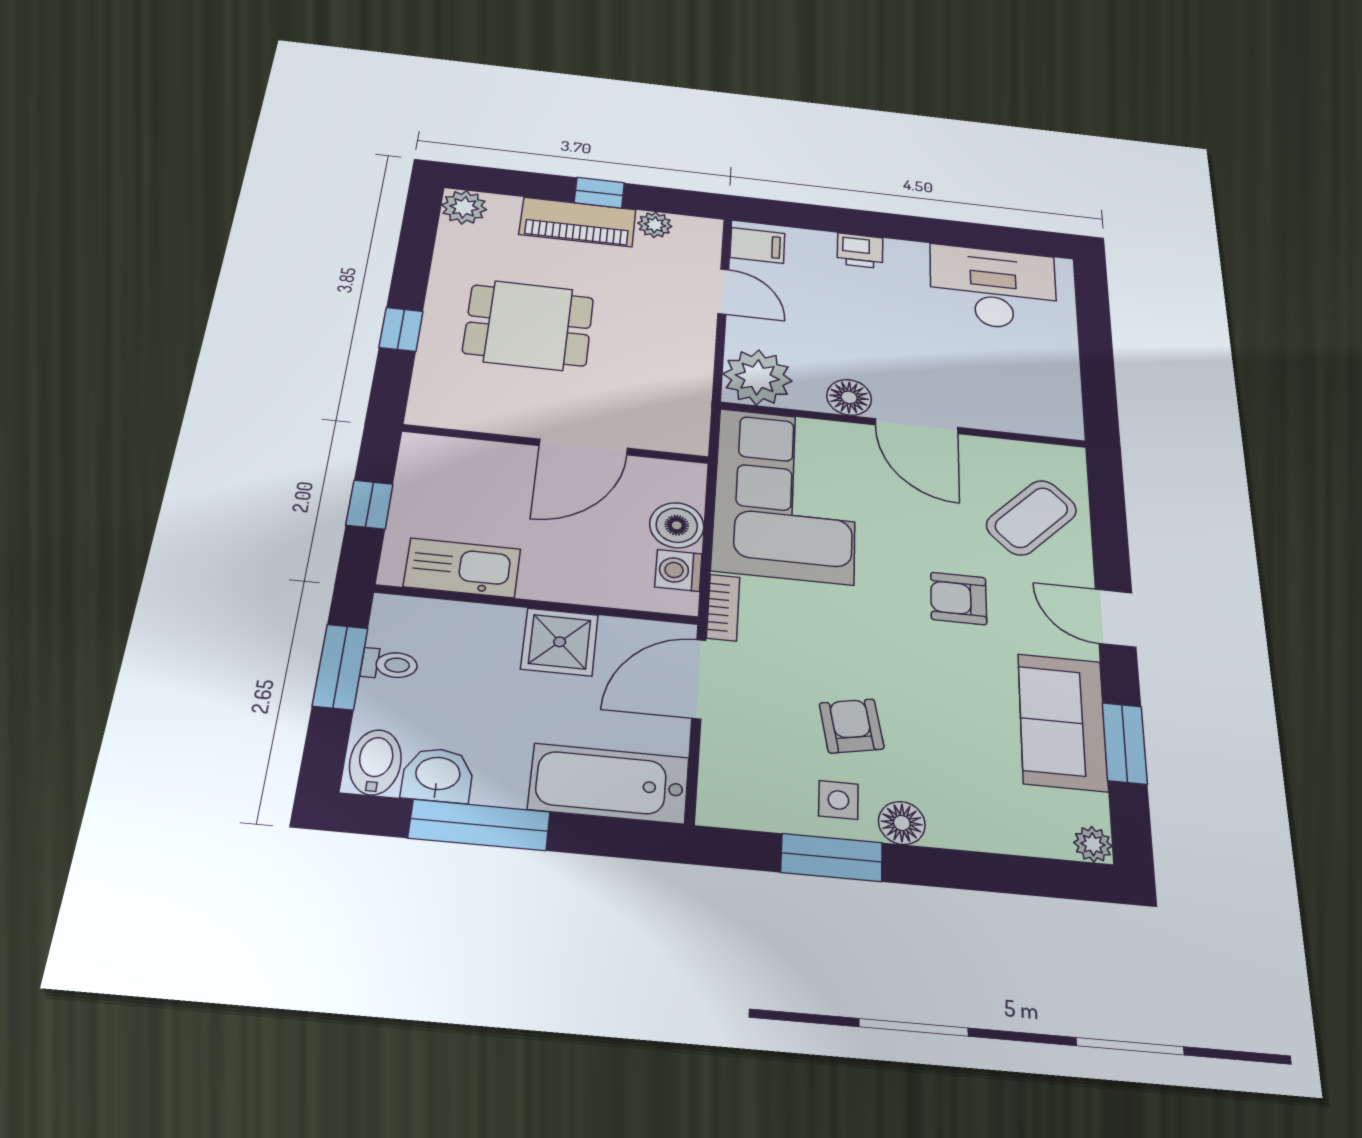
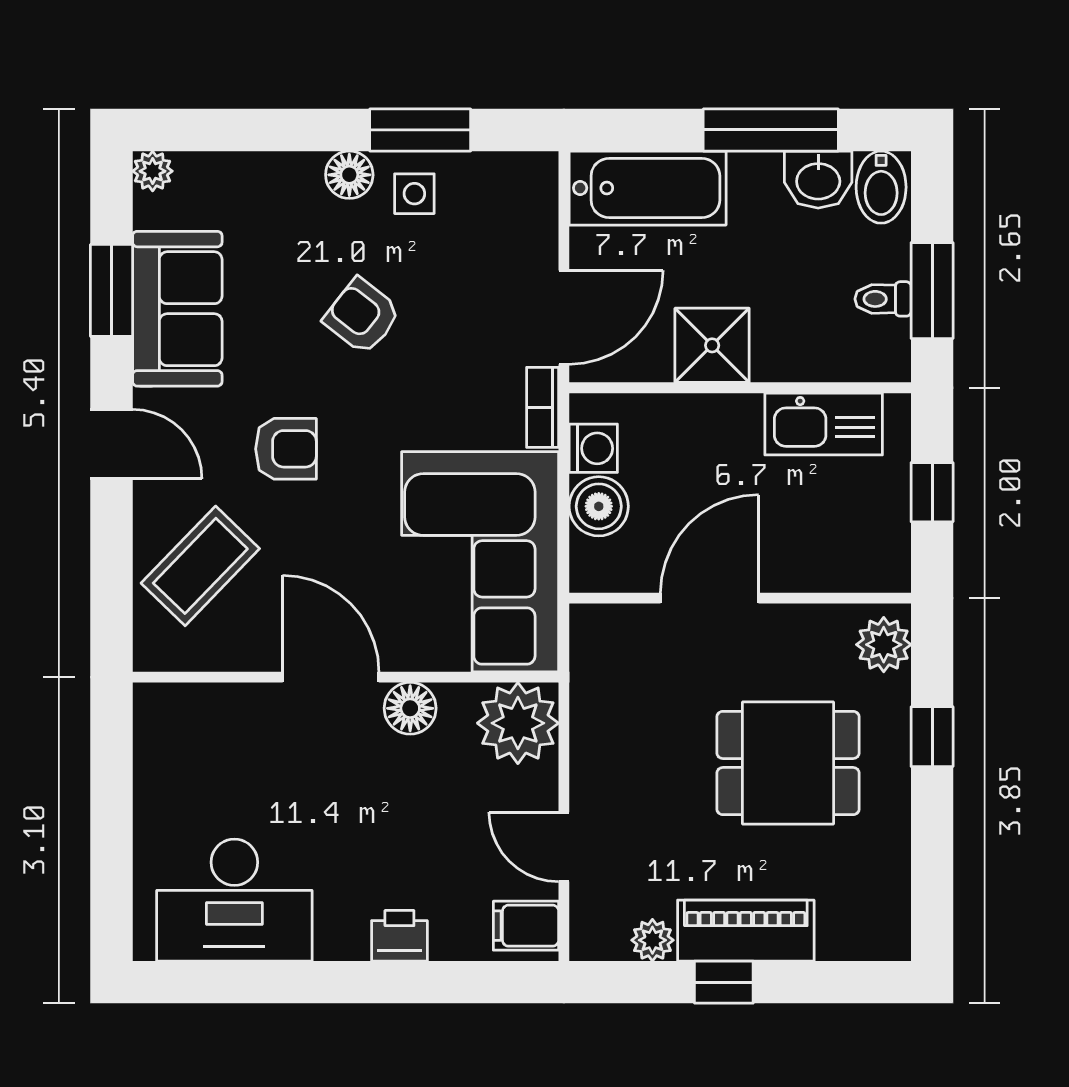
plant: (464, 207) -> (884, 645), moved
armchair: (852, 726) -> (362, 316), moved, turned 139

